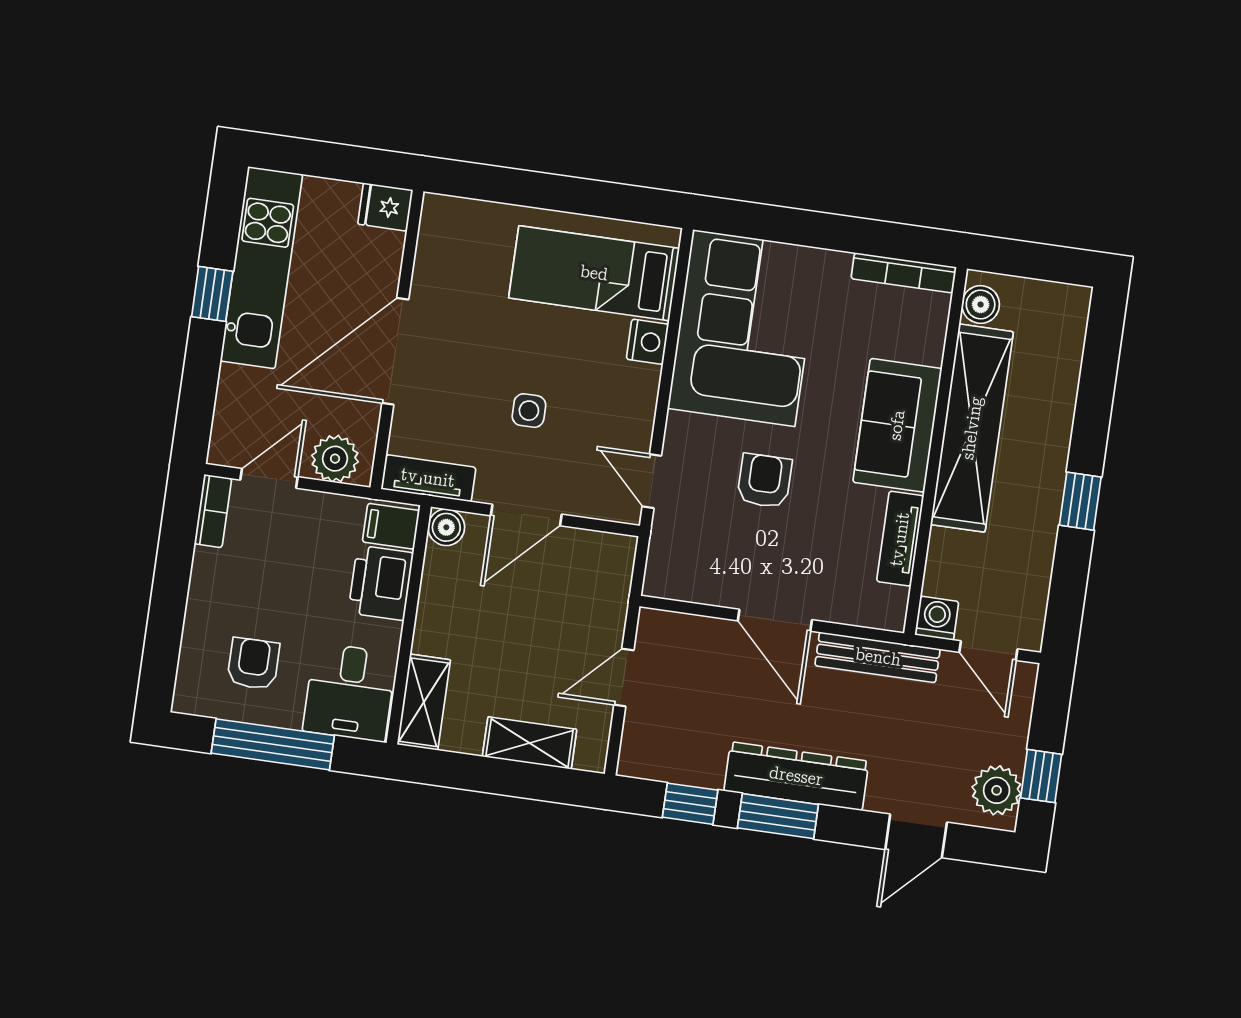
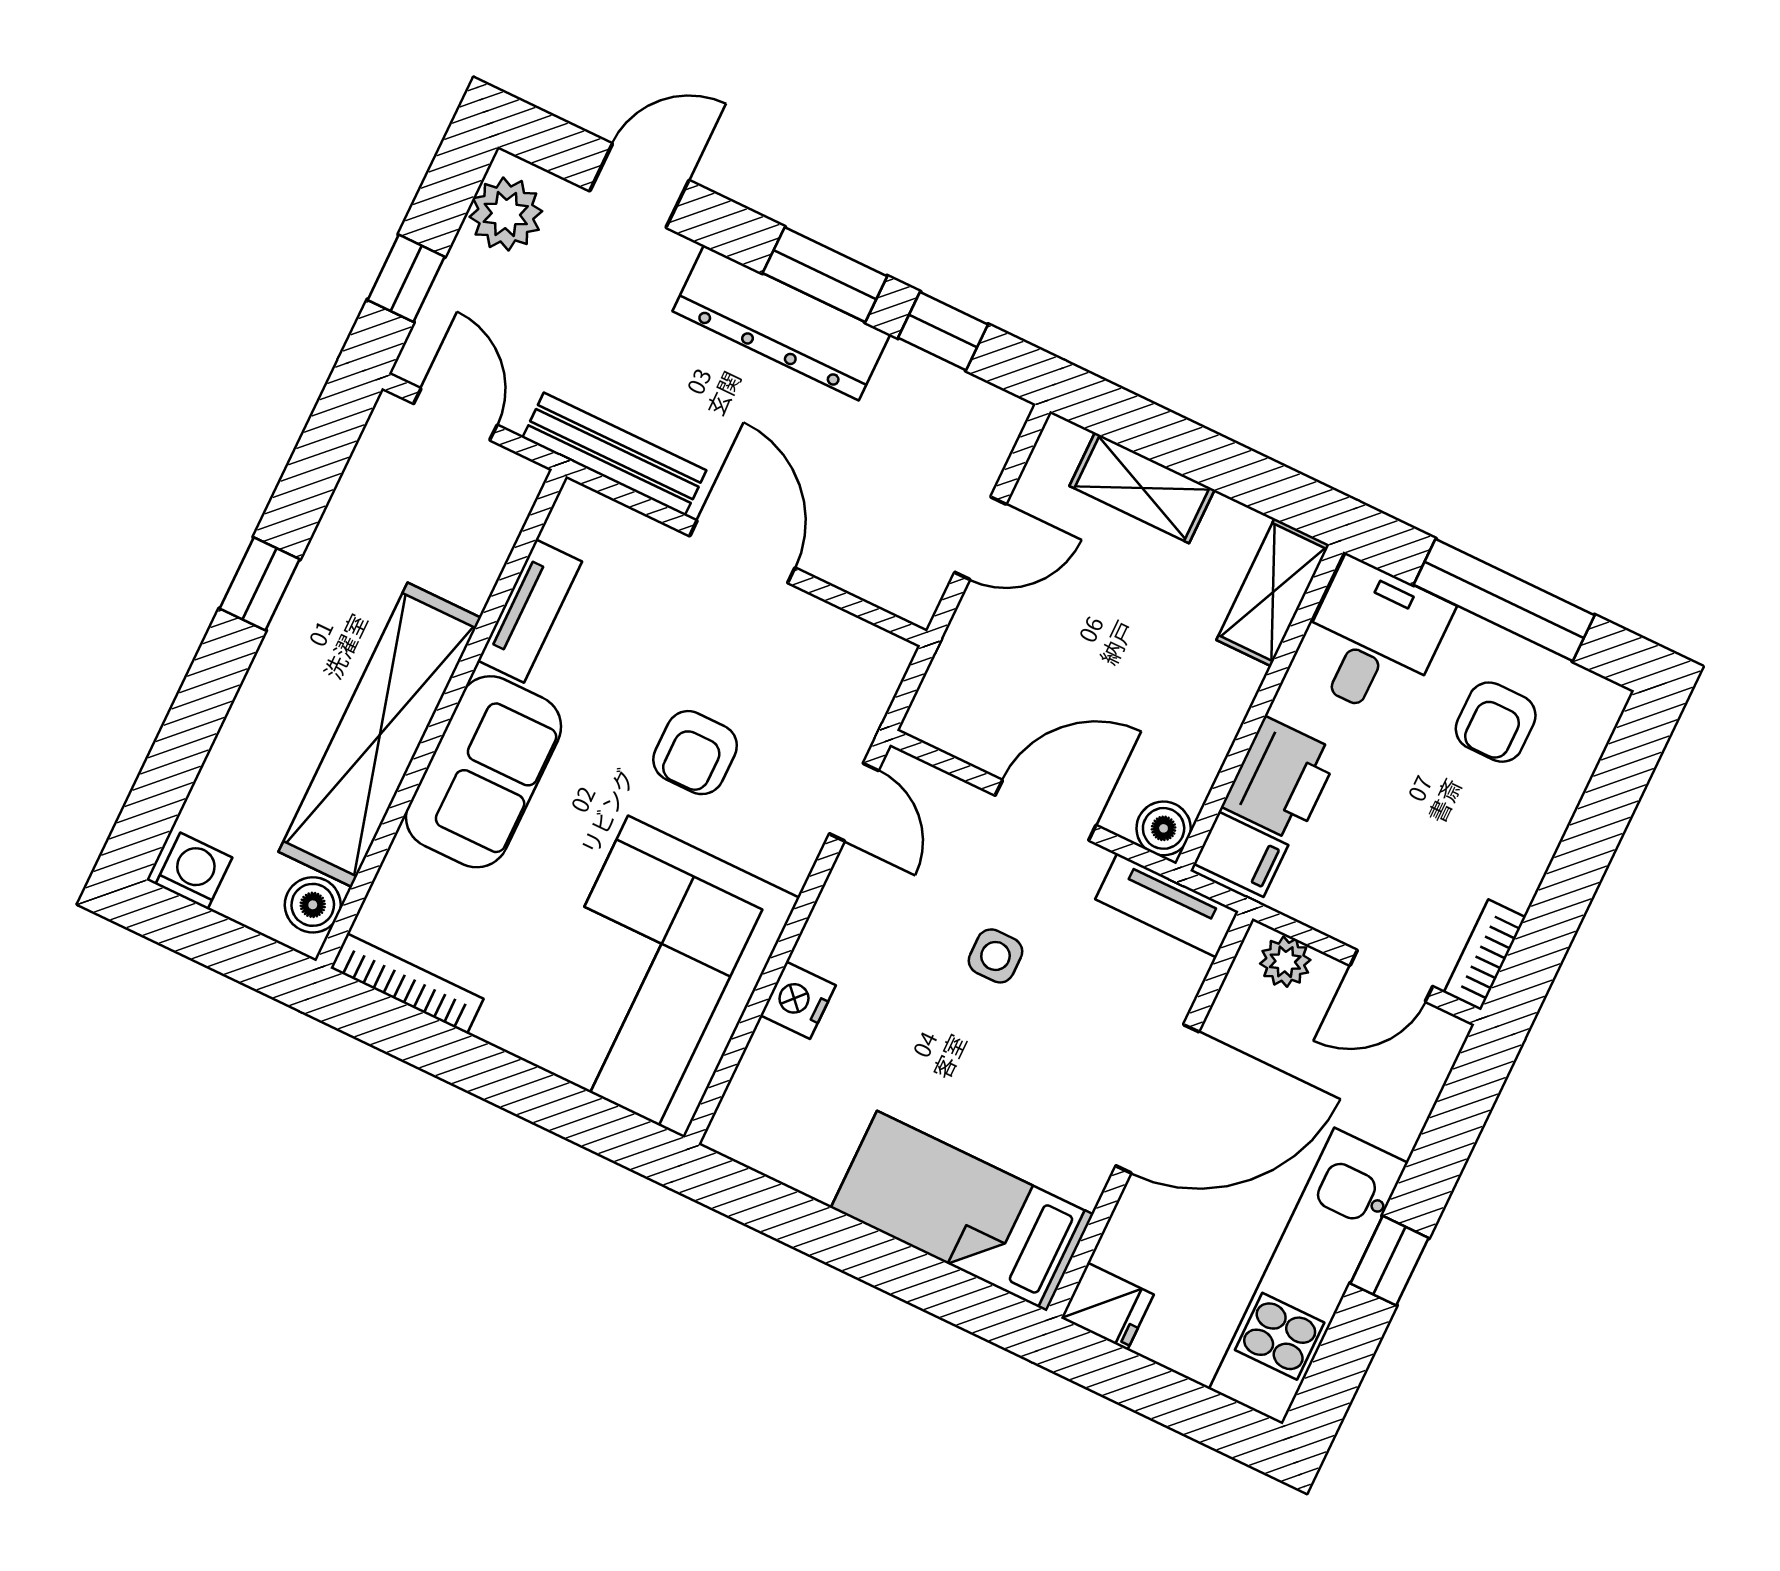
bed: (594, 273) -> (962, 1211), moved, turned 180
plant: (335, 459) -> (1285, 962), width x0.73, depth x0.73
washing machine: (937, 618) -> (194, 871), moved, turned 180
window: (1041, 776) -> (406, 278), moved

